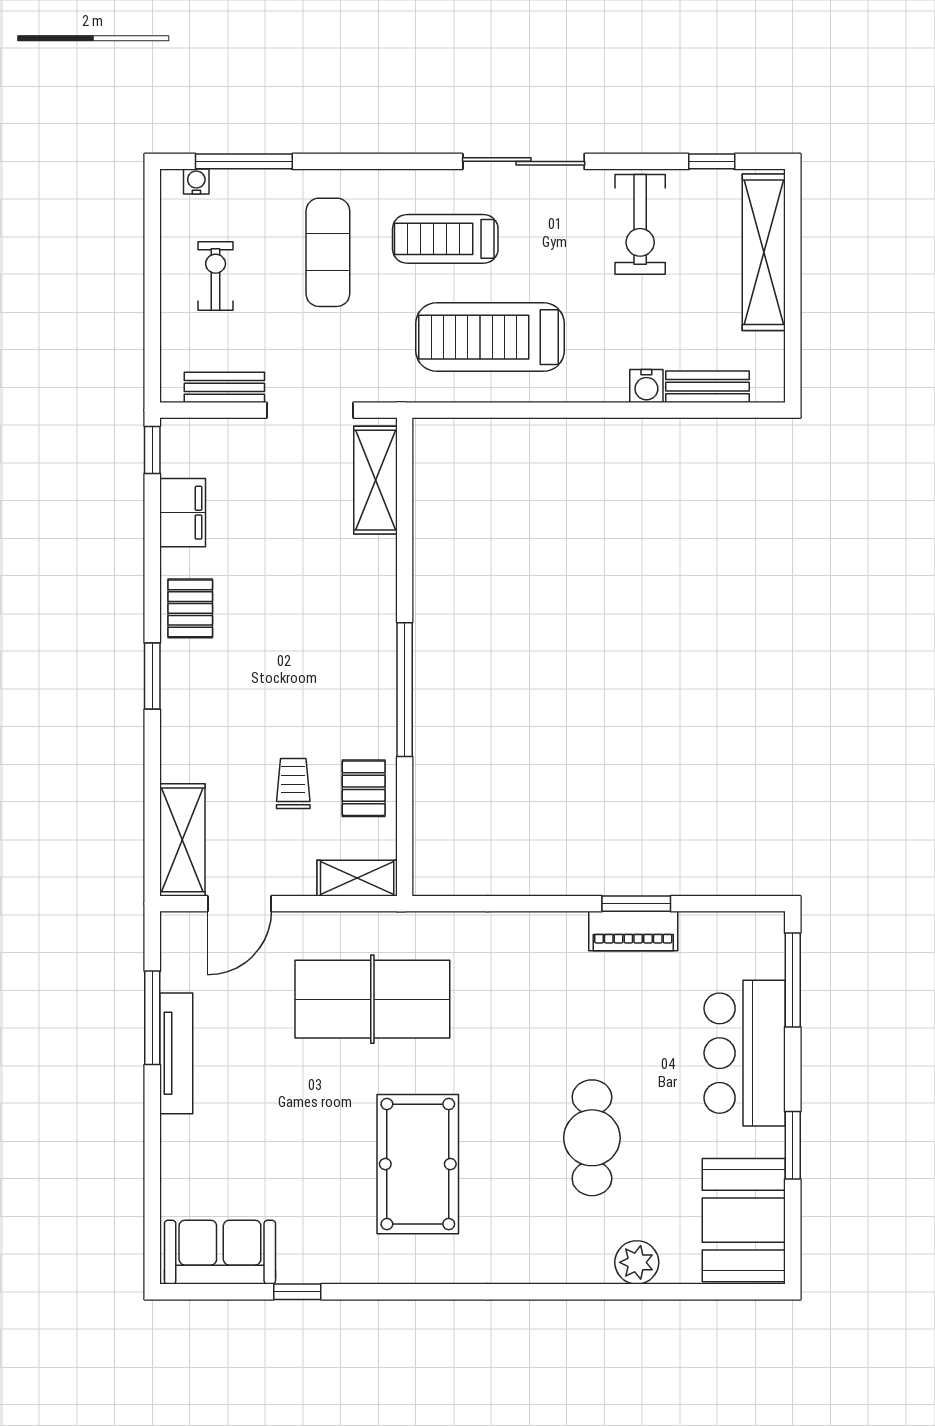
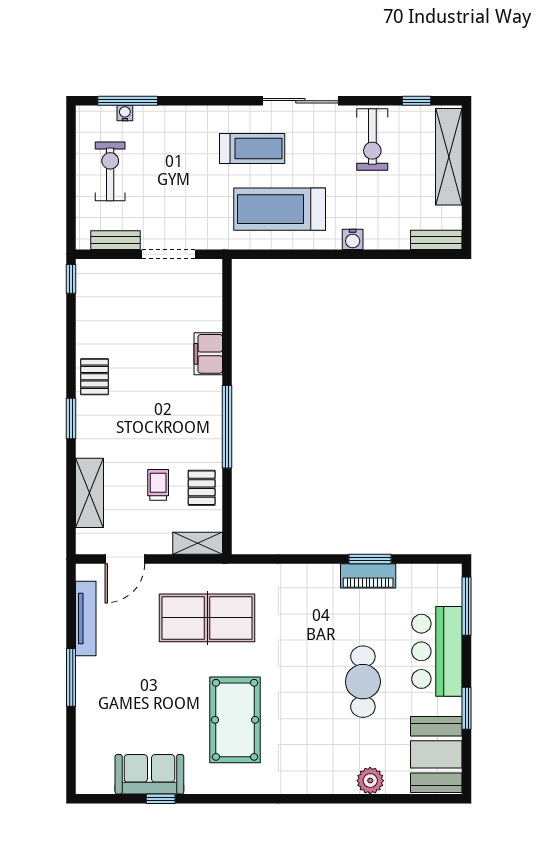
water cooler: (196, 182) -> (125, 113), moved
treadmill: (445, 239) -> (252, 149), turned 180
exercise mat: (328, 252) -> (180, 157), removed
exercise bike: (216, 276) -> (110, 171), width x1.38, depth x1.39
water cooler: (646, 386) -> (353, 239), moved
bench: (708, 387) -> (436, 240), moved
shelving: (376, 480) -> (209, 298), removed
filing cabinet: (183, 513) -> (208, 354), moved, turned 180
shelving: (182, 840) -> (90, 493), moved
window: (152, 1018) -> (71, 677), moved
tv unit: (176, 1053) -> (86, 618), moved
cafe table: (592, 1138) -> (363, 682), moved
sofa: (220, 1252) -> (149, 774), moved

